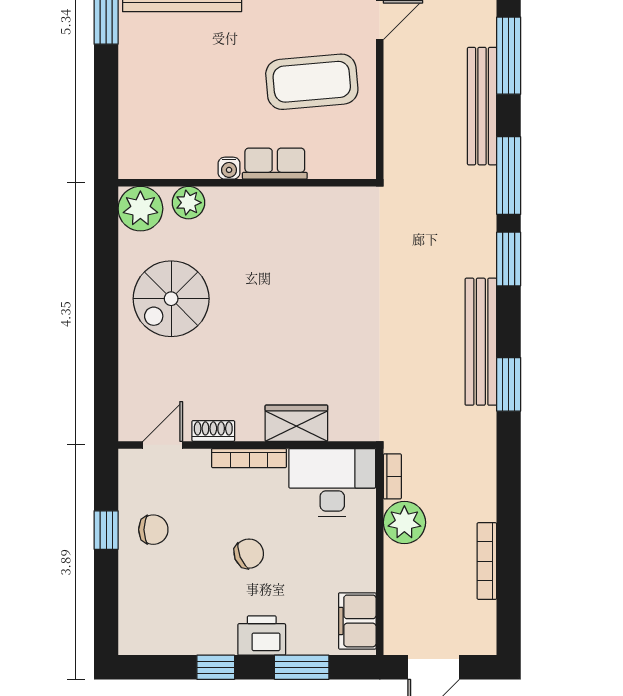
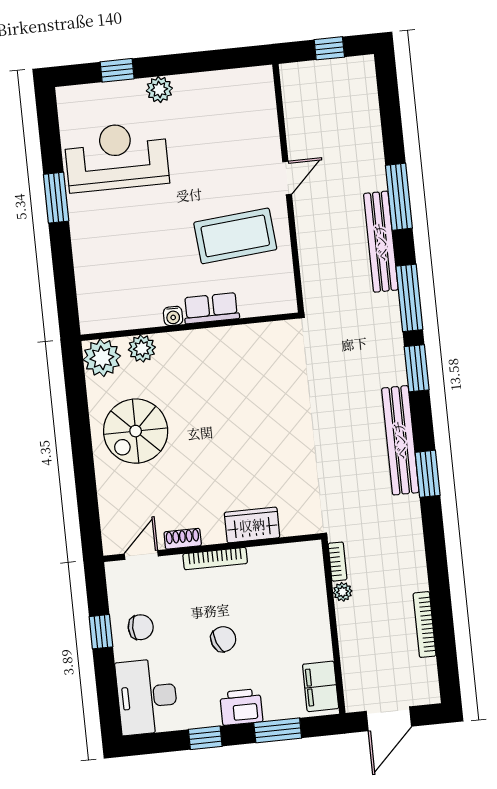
desk: (332, 483) -> (147, 697), moved, turned -90
plant: (404, 522) -> (343, 592), width x0.53, depth x0.53

